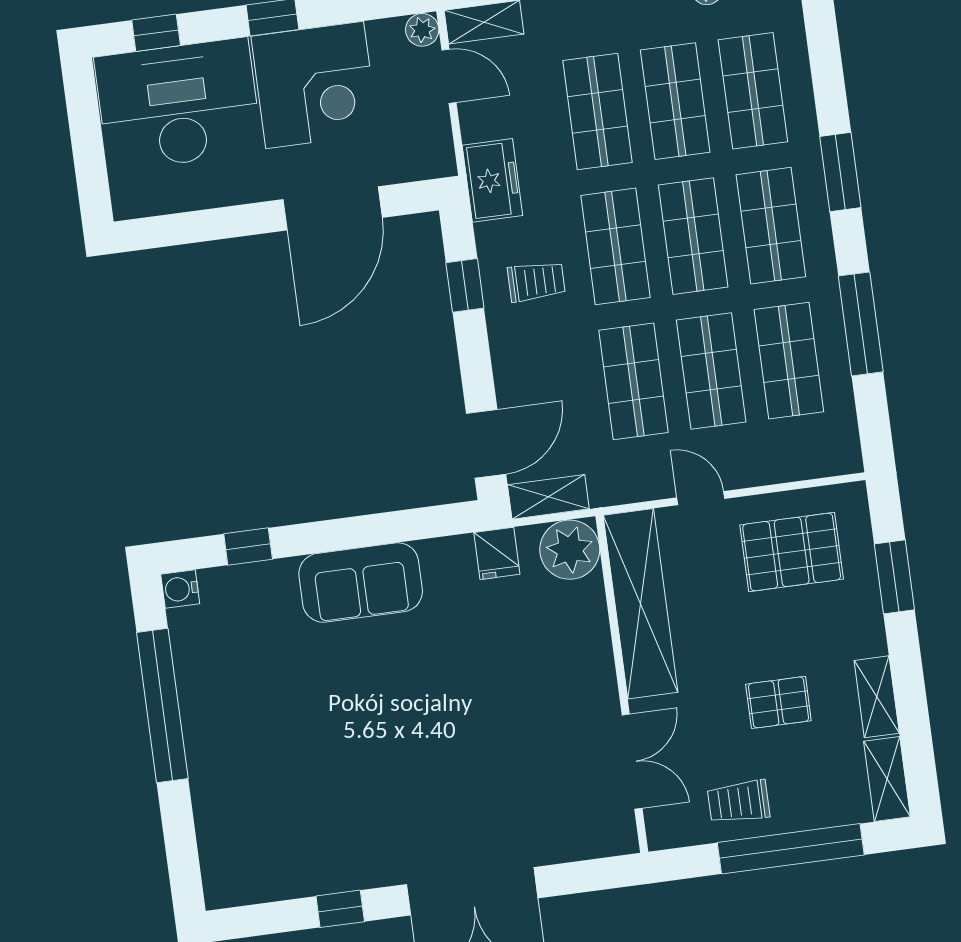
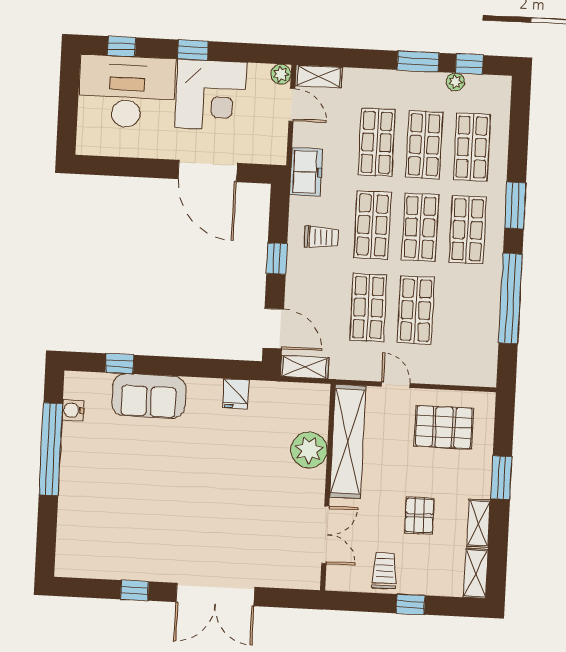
door: (333, 208) -> (208, 171), hinge flipped
window: (465, 285) -> (277, 259), moved
window: (861, 324) -> (510, 298), width x1.46
shop shelf: (789, 361) -> (463, 312), removed
door: (486, 444) -> (273, 329), hinge flipped
plant: (570, 550) -> (309, 450), moved
fridge: (497, 553) -> (236, 394), moved
window: (894, 577) -> (501, 478), moved
sofa: (361, 583) -> (149, 396), moved
water cooler: (180, 589) -> (73, 410), moved
pallet: (778, 702) -> (419, 516), turned 90
trolley: (739, 802) -> (384, 571), turned 90
window: (791, 849) -> (410, 604), width x0.32

